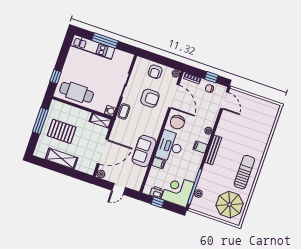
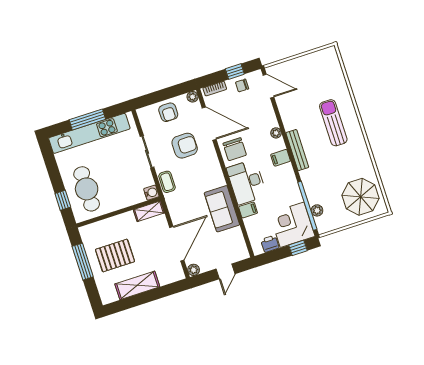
kitchen unit: (93, 47) -> (89, 133), width x1.36
cafe table: (77, 92) -> (87, 189), moved, turned 90
sun lounger: (244, 172) -> (333, 123), moved
window: (158, 202) -> (298, 248), moved

